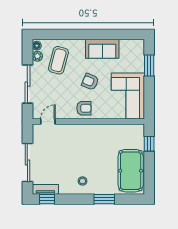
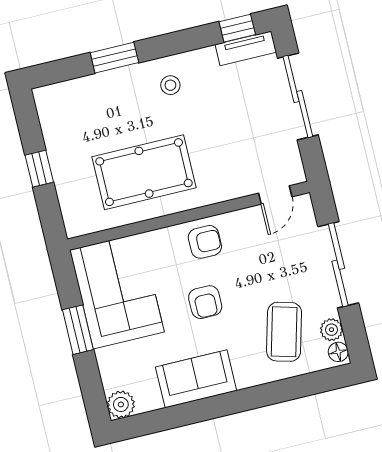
plant: (138, 45) -> (121, 404), added
window: (149, 66) -> (78, 330), moved
armchair: (90, 82) -> (205, 302), turned 68
armchair: (84, 108) -> (205, 242), turned 180
window: (149, 144) -> (39, 169), moved
pool table: (131, 171) -> (144, 172), moved, turned 90

